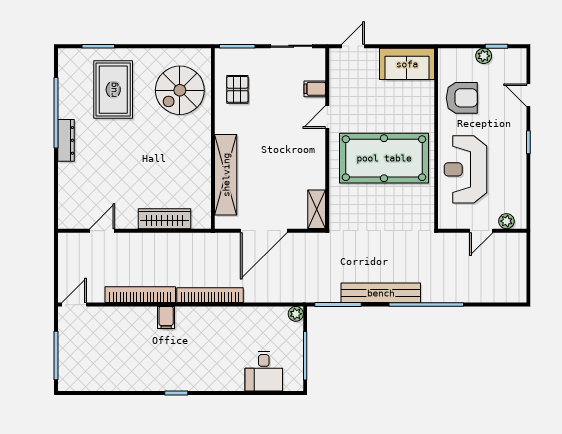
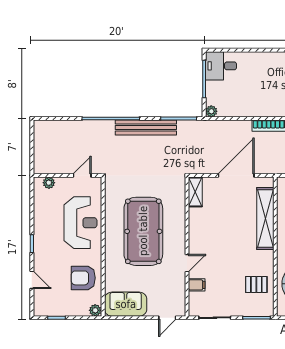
plant: (484, 56) -> (95, 310), moved
pallet: (237, 89) -> (256, 284), turned 90
pool table: (384, 158) -> (143, 231), turned 90
door: (481, 231) -> (82, 175), moved
desk: (264, 371) -> (221, 66), moved, turned -90

